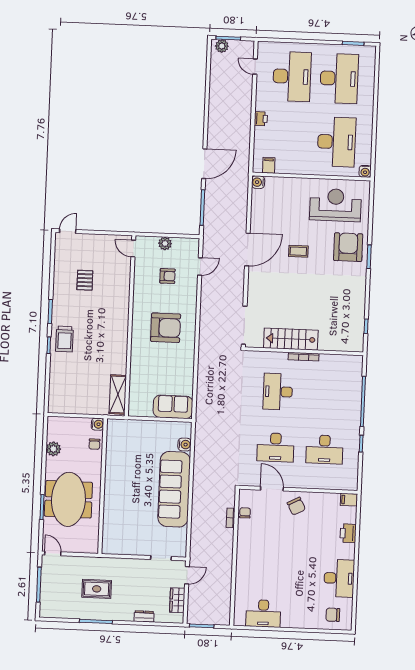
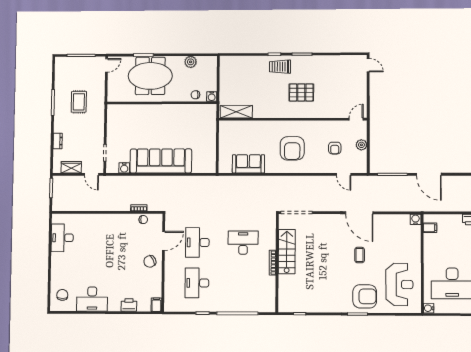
pallet: (85, 280) -> (301, 92), moved, width x1.50, depth x1.42
sofa: (173, 407) -> (248, 164), moved, turned -90
water cooler: (185, 445) -> (124, 168), moved

